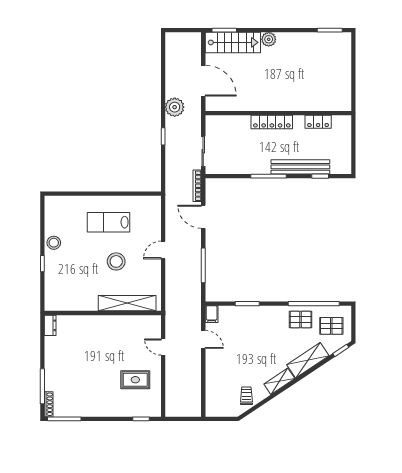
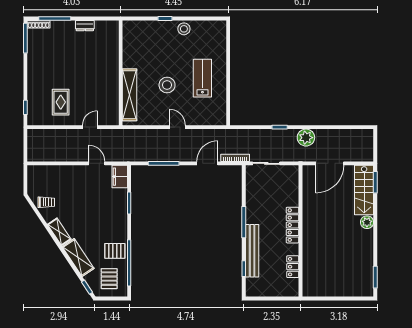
filing cabinet: (212, 314) -> (120, 177), width x2.00
pallet: (301, 319) -> (115, 251), turned 90
dresser: (50, 325) -> (85, 26), moved
door: (203, 339) -> (97, 163), swing flipped

